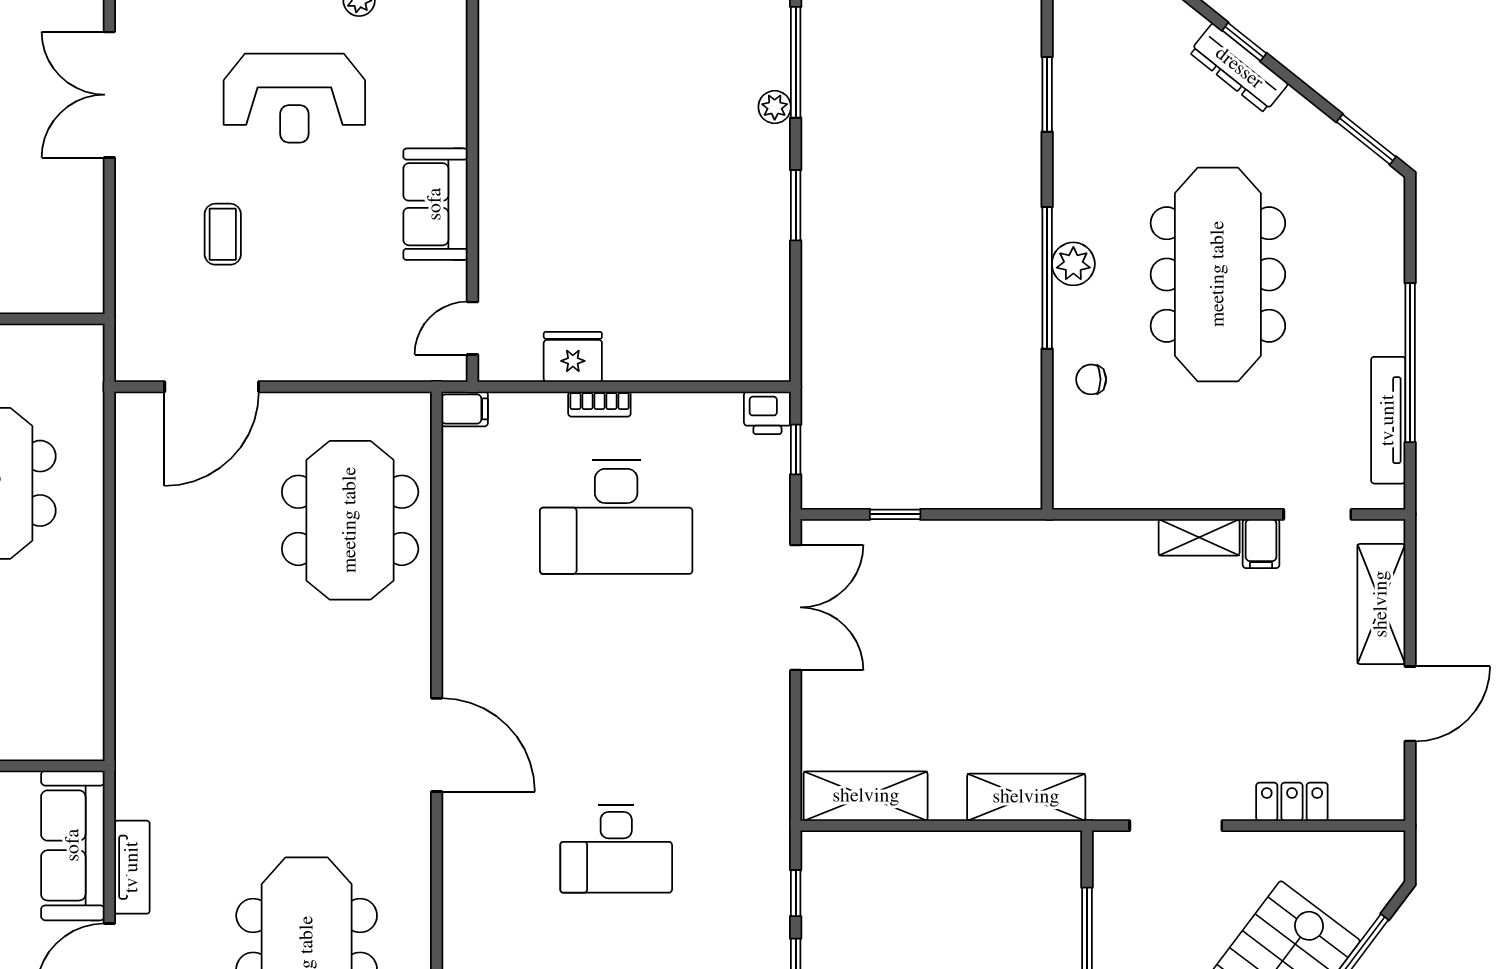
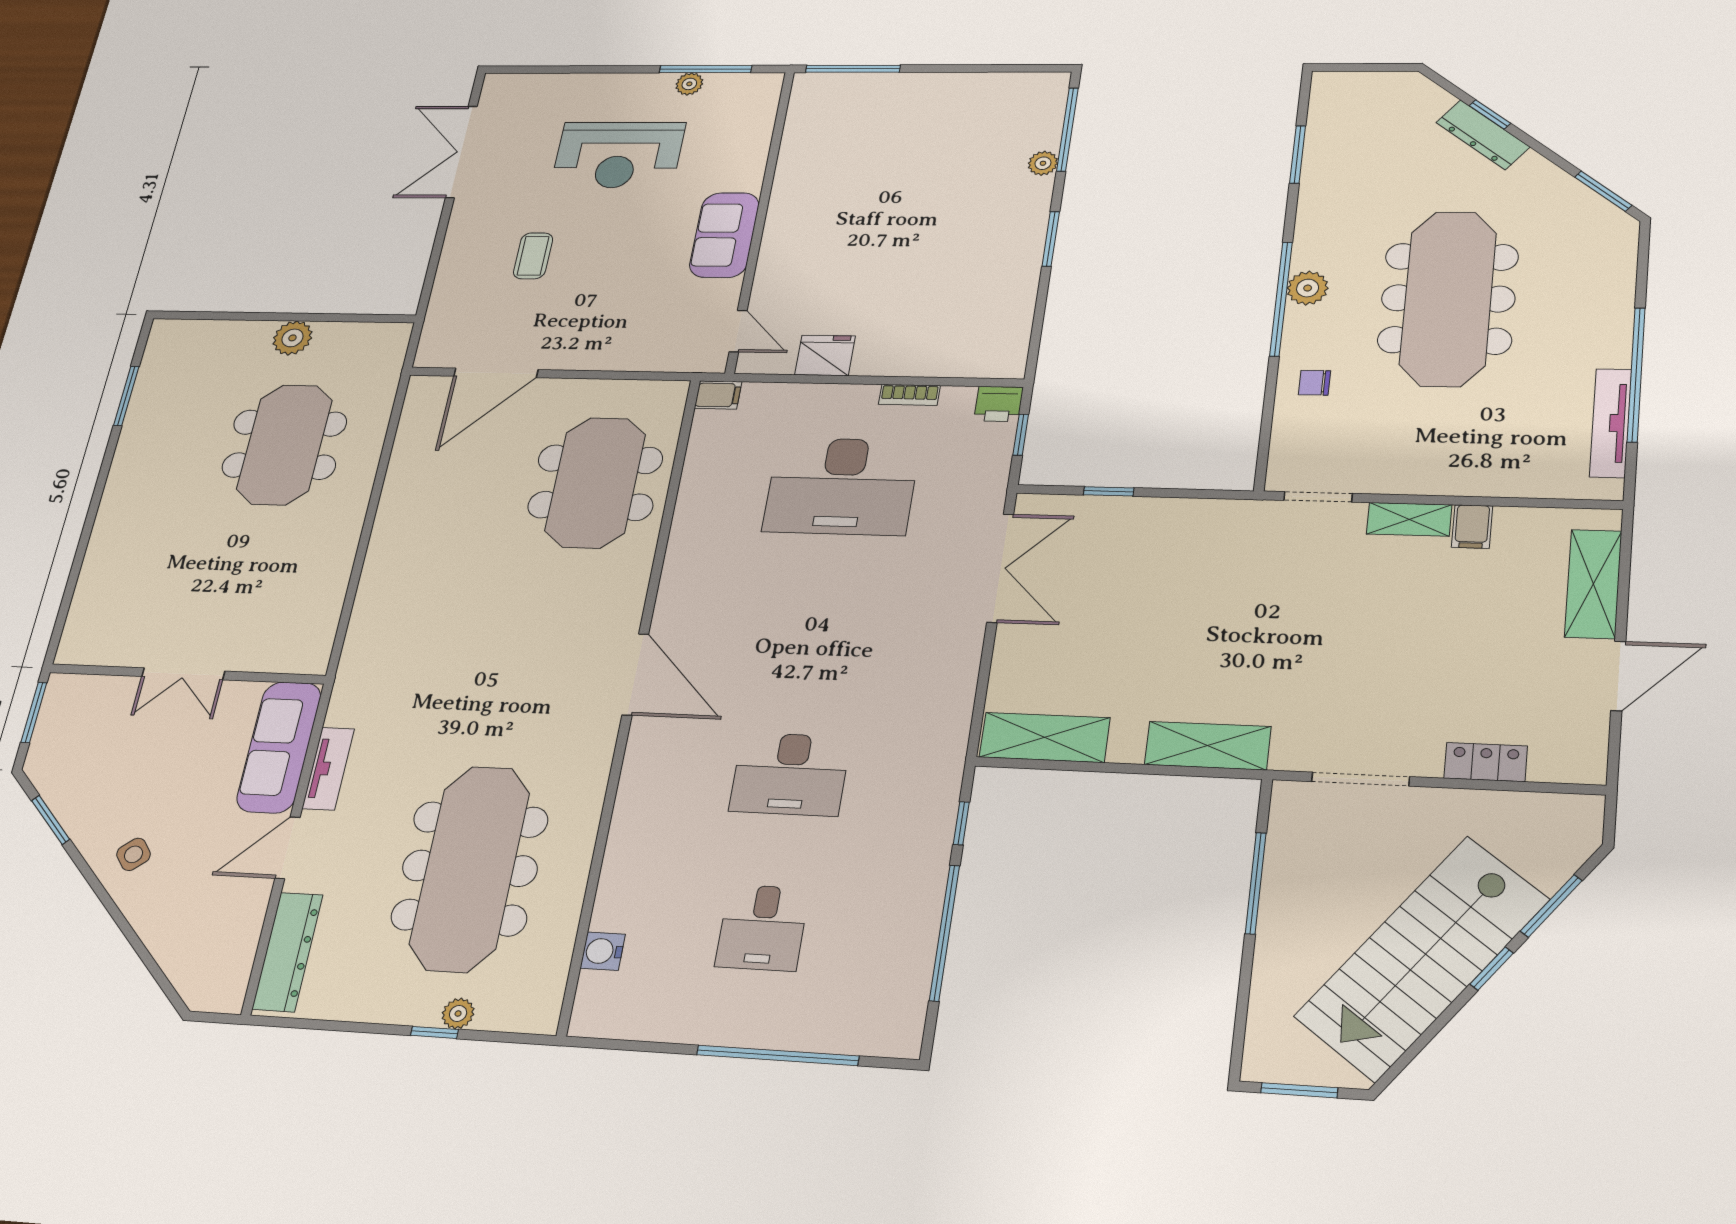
door: (473, 328) -> (738, 331), swing flipped
bookcase: (599, 404) -> (909, 395), moved
doorway: (1317, 514) -> (1318, 497), moved

